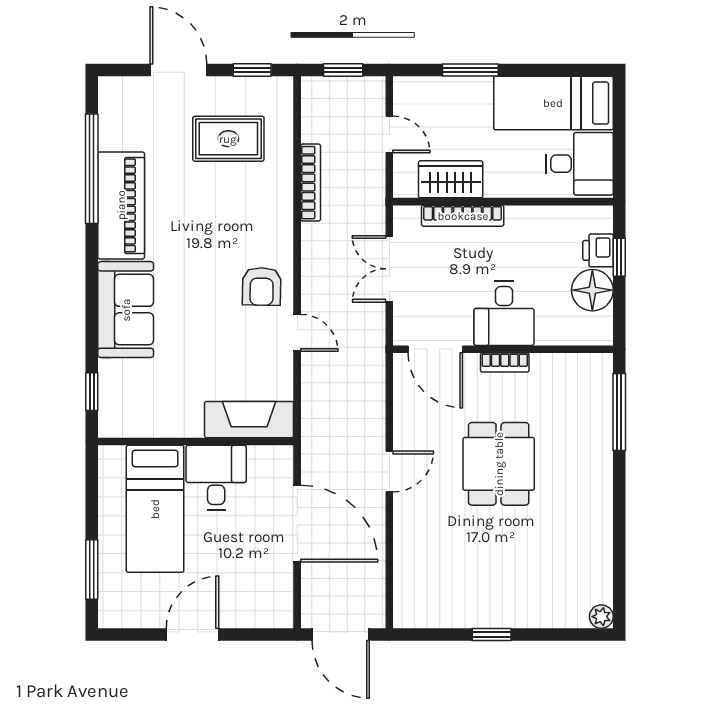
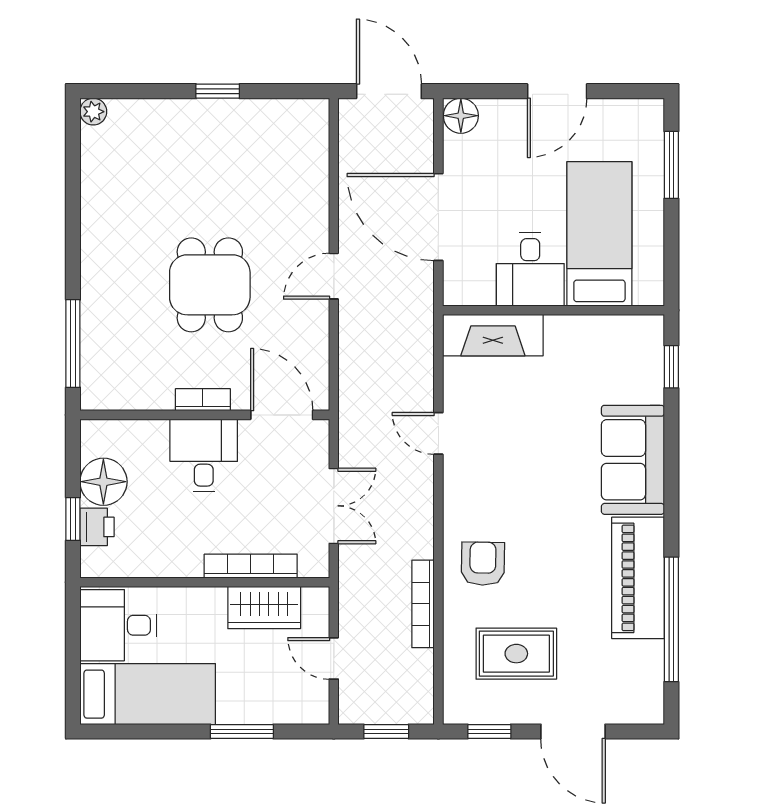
armchair: (262, 286) -> (483, 564), moved
floor lamp: (277, 613) -> (461, 116), added

